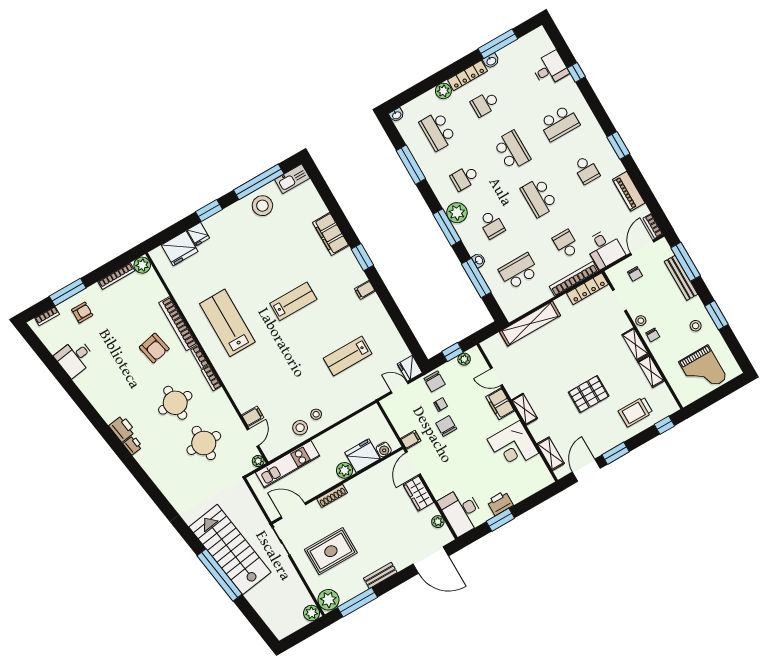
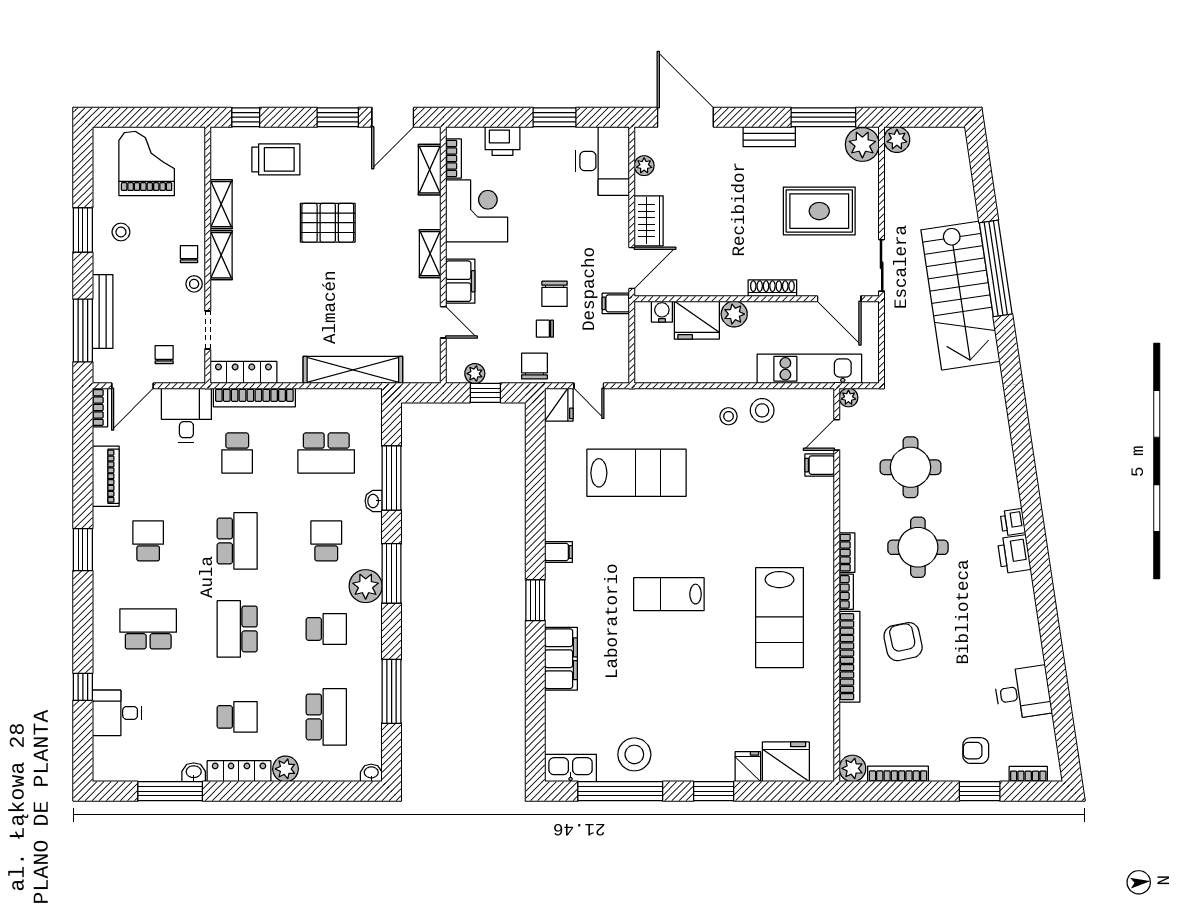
window: (68, 292) -> (980, 791), width x0.69
lab bench: (348, 356) -> (637, 473), width x1.36, depth x1.39
bookcase: (541, 467) -> (454, 159), added
printer: (500, 503) -> (503, 141), moved

